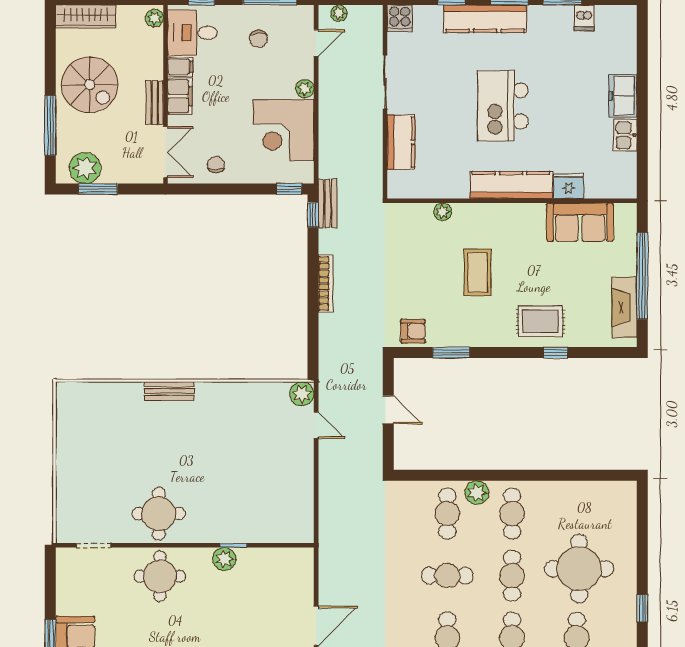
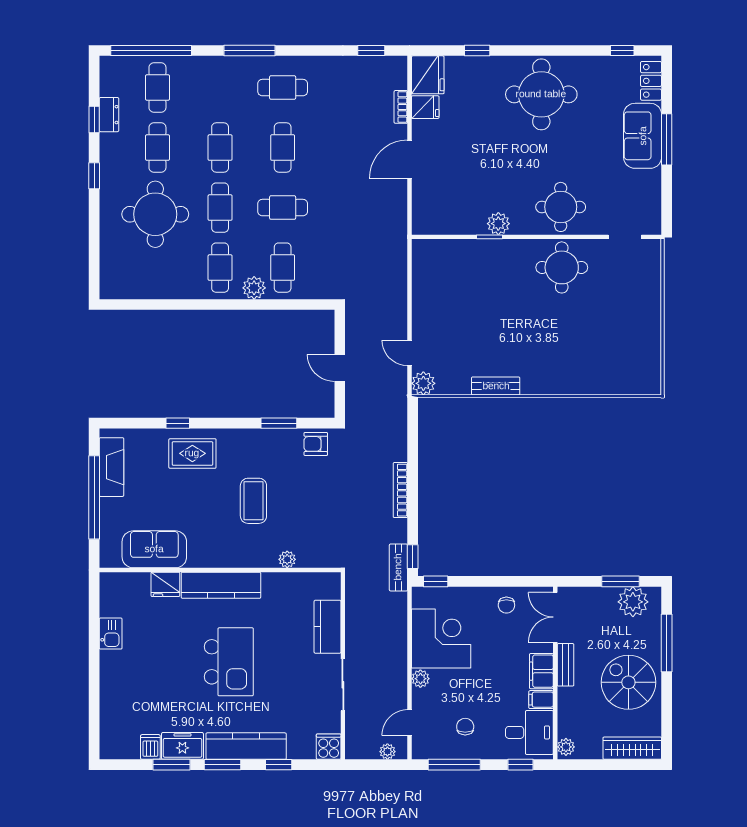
freezer: (623, 96) -> (182, 746), moved, turned -90
bench: (169, 391) -> (496, 386), moved

